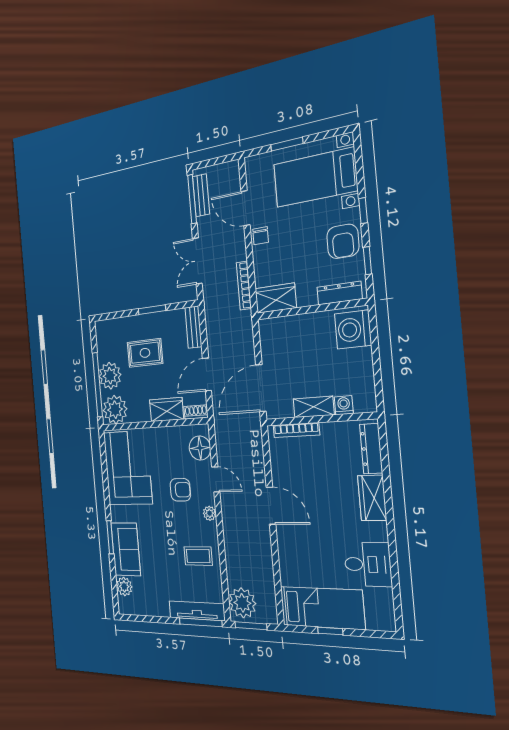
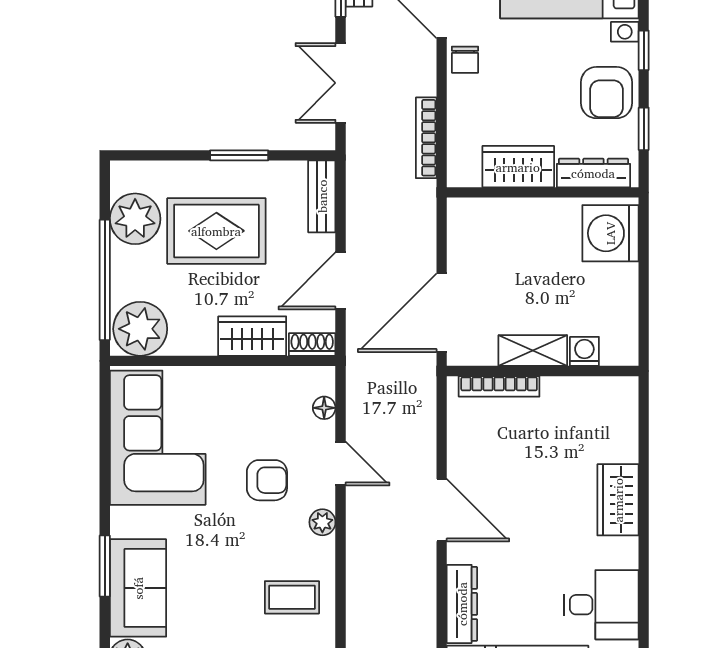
wardrobe: (276, 298) -> (518, 167), moved
rug: (145, 353) -> (216, 231), width x1.36, depth x1.43
plant: (110, 376) -> (135, 219), moved
floor lamp: (200, 448) -> (324, 408), width x0.53, depth x0.53
dresser: (371, 449) -> (462, 604), moved, turned 180

